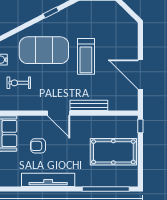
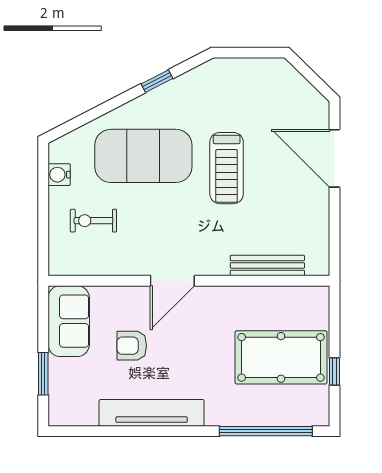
door: (140, 74) -> (334, 158), moved
bench: (89, 105) -> (267, 265), moved
door: (59, 113) -> (172, 281), hinge flipped
window: (140, 126) -> (334, 372), moved

